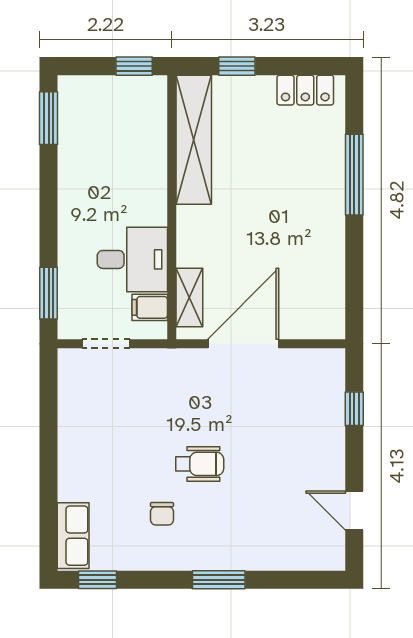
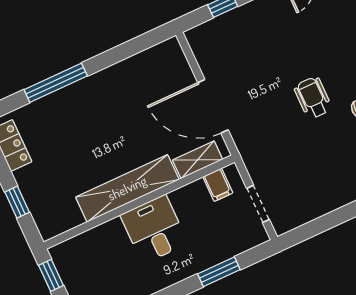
shelving: (194, 140) -> (127, 188), moved
desk: (132, 259) -> (154, 229), moved
window: (49, 293) -> (219, 272), moved

